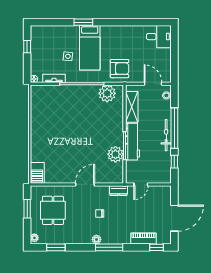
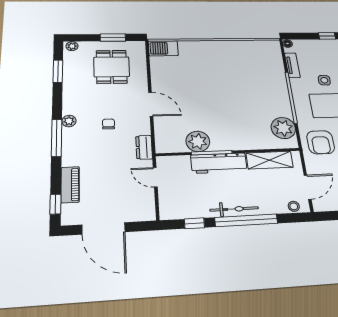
dining table: (53, 210) -> (112, 67), turned 90

